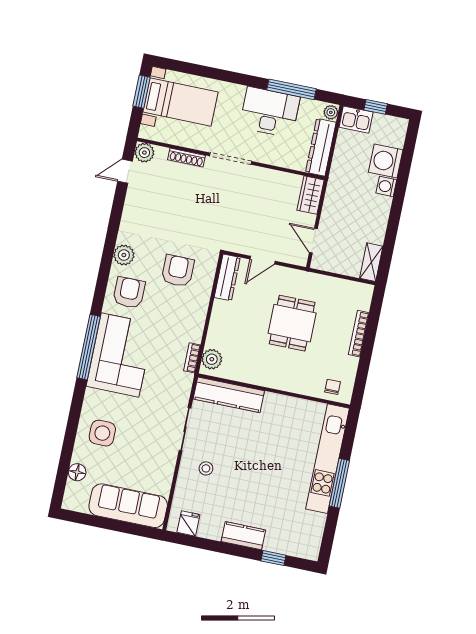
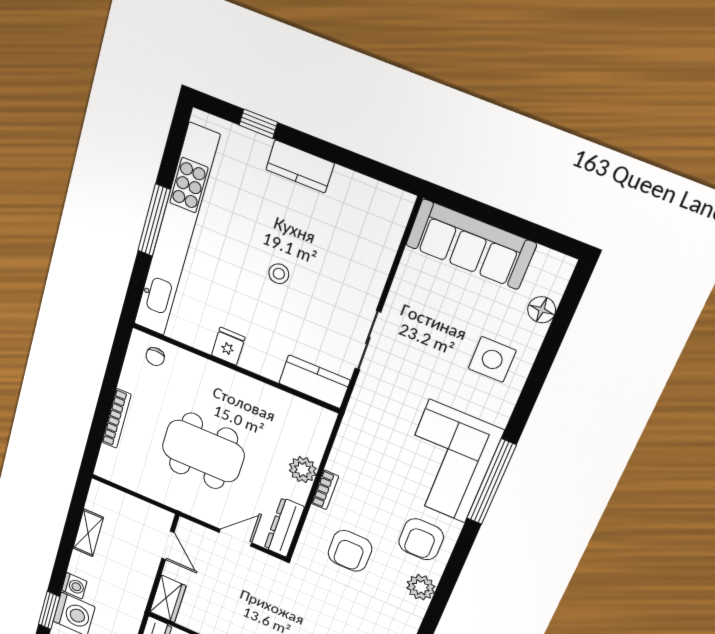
window: (407, 159) -> (49, 610), added
shelving: (371, 262) -> (88, 533), moved
dining table: (292, 323) -> (203, 451), width x1.38
bookcase: (192, 358) -> (325, 490), moved
plant: (212, 359) -> (303, 470), moved
kitchen counter: (229, 395) -> (314, 382), width x0.67
kitchen unit: (327, 459) -> (176, 232), width x1.36
stool: (206, 468) -> (279, 274), moved
fridge: (188, 523) -> (228, 346), moved, turned 180

